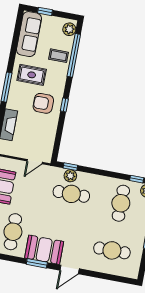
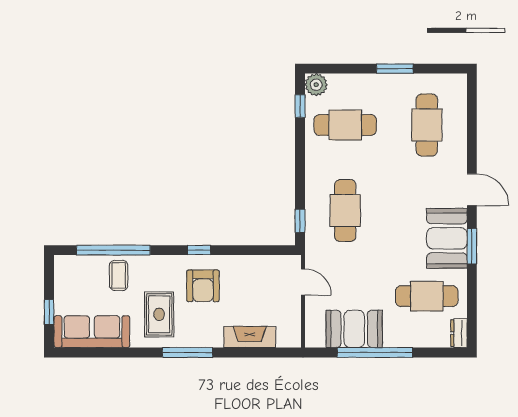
plant: (69, 29) -> (71, 266), removed
plant: (70, 176) -> (315, 218), removed

